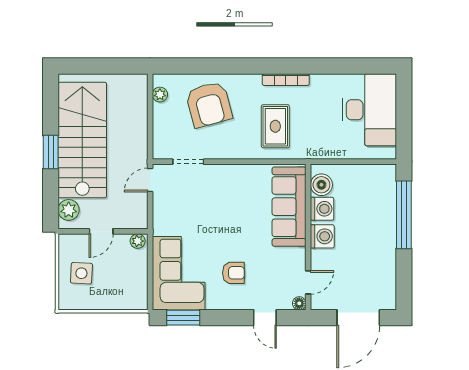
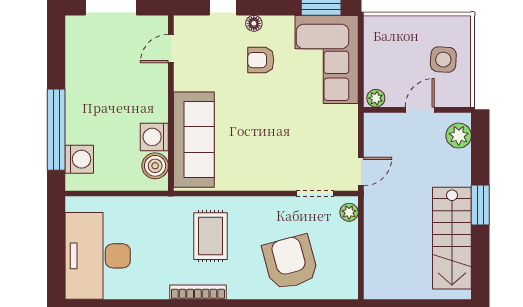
plant: (160, 95) -> (349, 212), moved
stairs: (82, 140) -> (452, 238), width x0.73, depth x0.66
washing machine: (322, 236) -> (79, 159), moved, turned 180
floor lamp: (299, 303) -> (254, 23), moved

